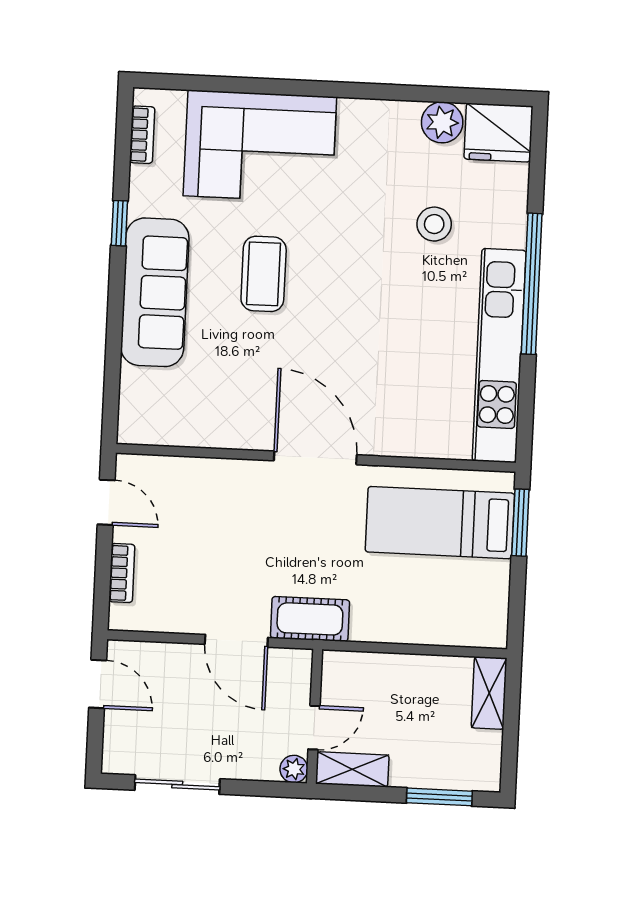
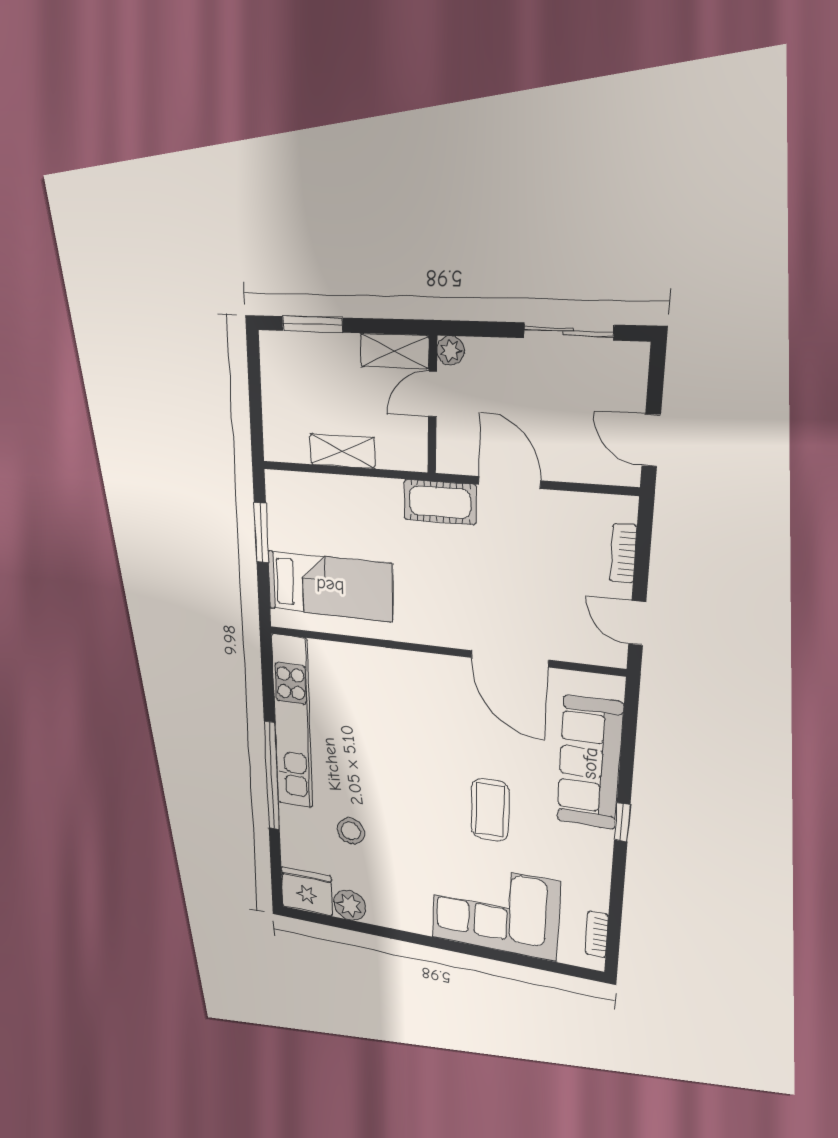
window: (119, 223) -> (622, 822), moved
sofa: (155, 292) -> (590, 763), moved
door: (315, 458) -> (510, 659), moved
window: (520, 523) -> (261, 533), moved
shelving: (489, 693) -> (342, 451), moved, turned 90

